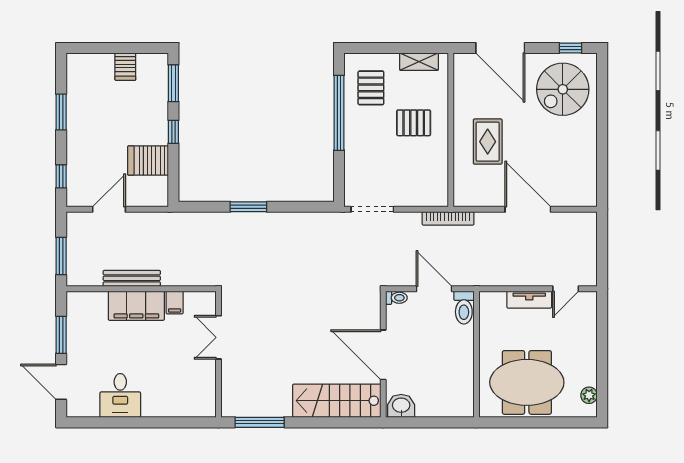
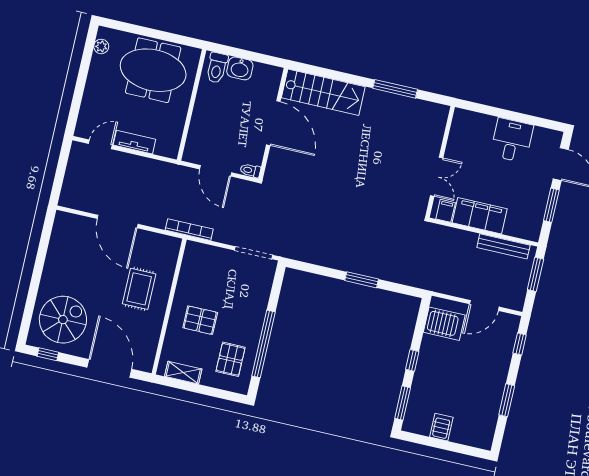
server rack: (148, 161) -> (444, 324), moved
bench: (132, 278) -> (503, 246), moved
toilet: (464, 308) -> (217, 68), moved, turned 180
double door: (219, 337) -> (437, 177), moved
wall: (219, 354) -> (440, 162), moved
washbasin: (401, 406) -> (240, 68), moved

